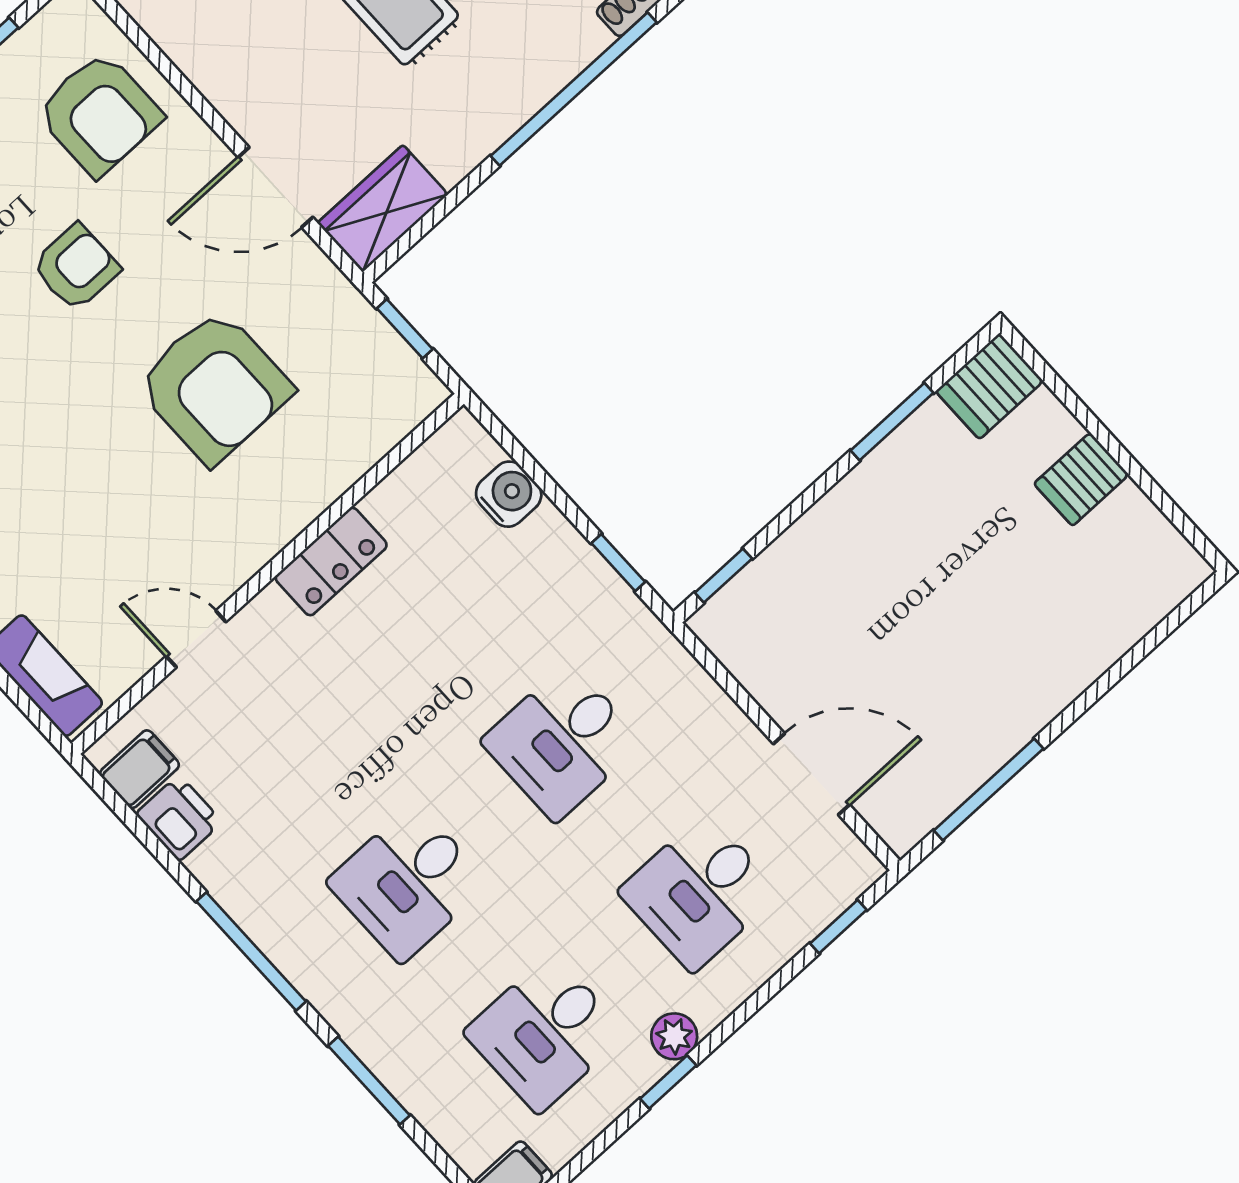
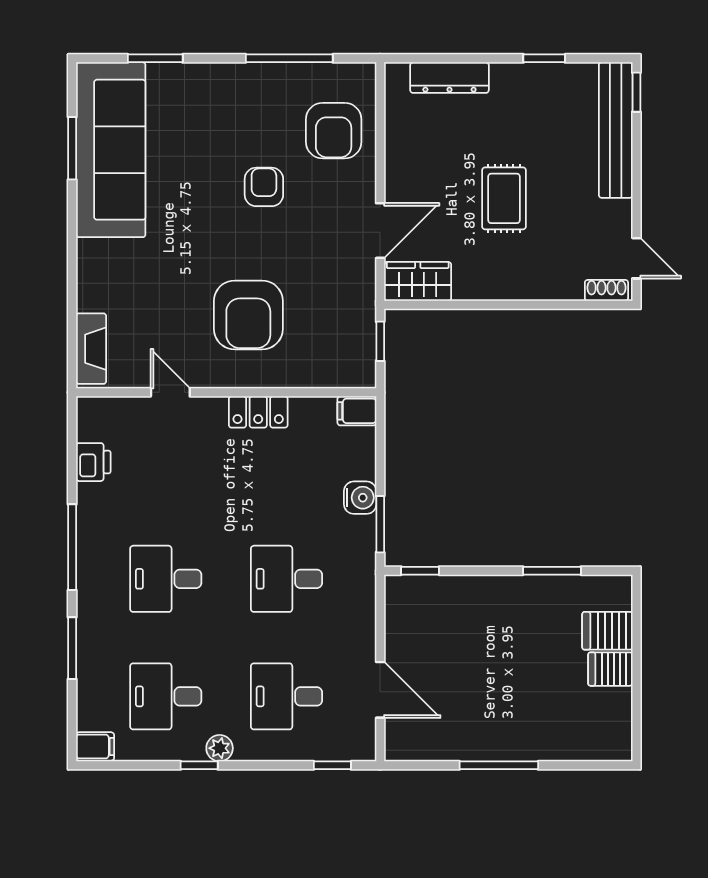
window: (574, 89) -> (546, 305), removed
door: (275, 187) -> (380, 231), swing flipped
armchair: (76, 267) -> (264, 187), turned -90
server rack: (989, 386) -> (607, 631), moved
armchair: (214, 387) -> (248, 315), moved
water cooler: (509, 494) -> (360, 498), moved
window: (618, 563) -> (380, 524), width x1.50
filing cabinet: (139, 769) -> (357, 411), moved, turned 180
window: (989, 789) -> (499, 765), moved

